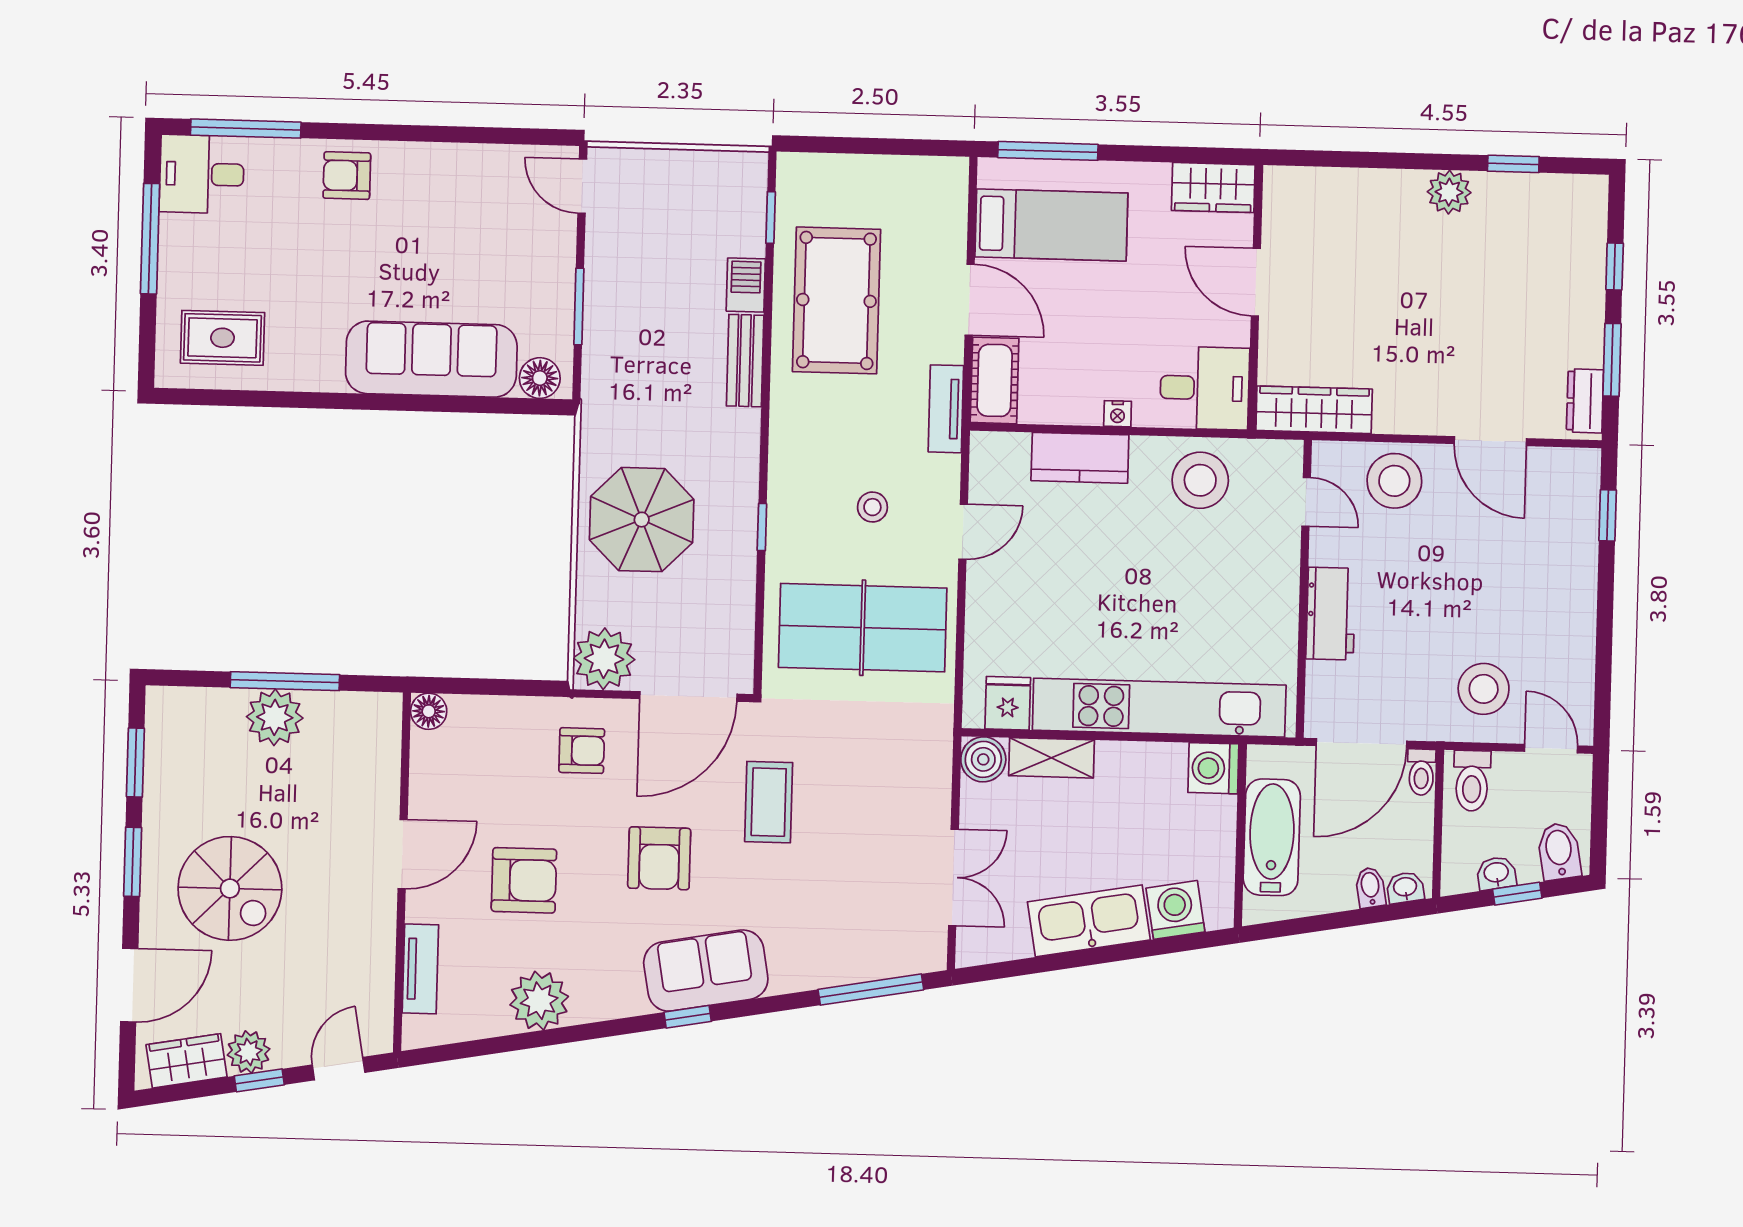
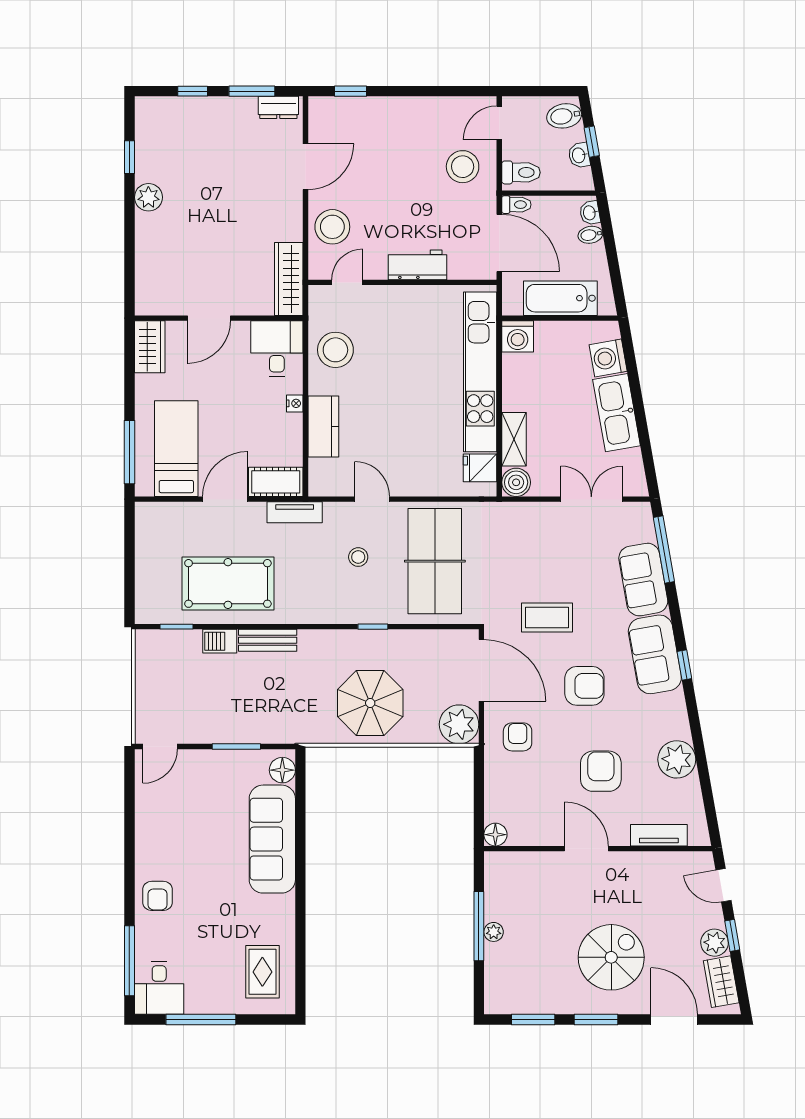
plant: (275, 717) -> (494, 932), width x0.53, depth x0.53
sofa: (824, 956) -> (643, 580), added

